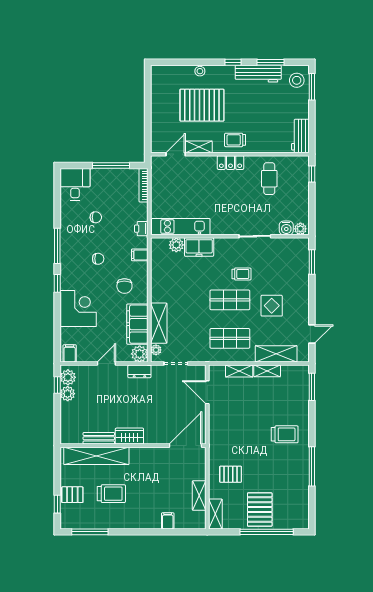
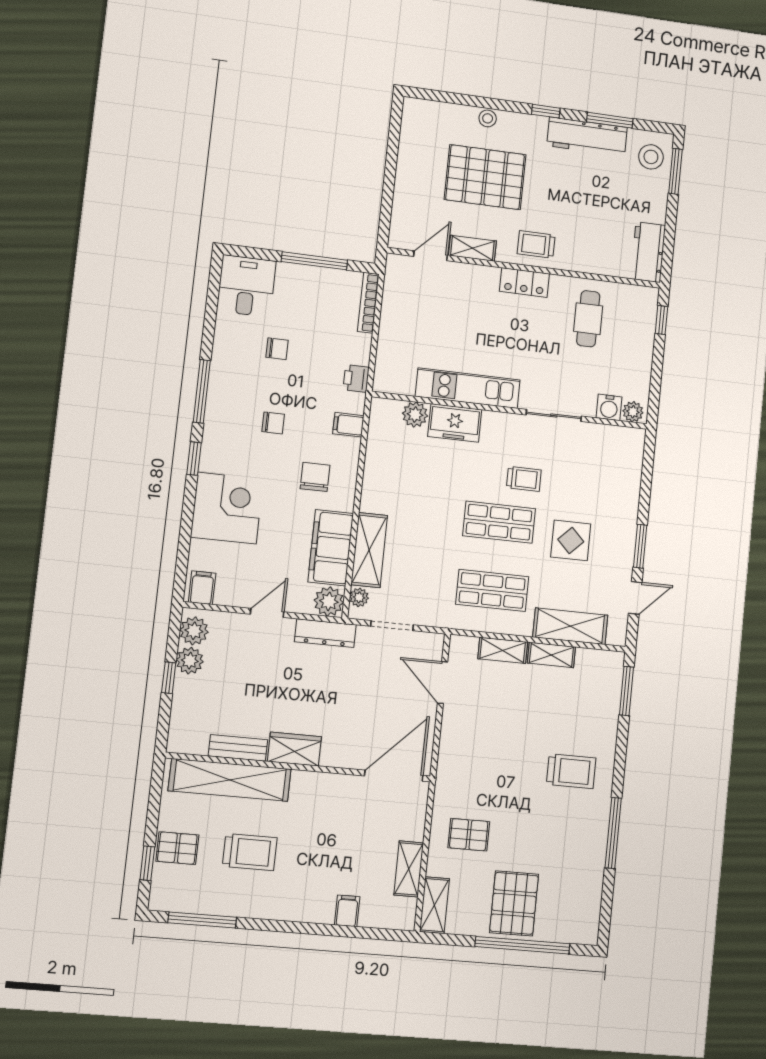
kitchen unit: (181, 227) -> (468, 388), moved
window: (312, 262) -> (640, 546), moved
chair: (124, 286) -> (315, 477), turned 180
dresser: (139, 371) -> (325, 633), width x1.44
window: (57, 385) -> (169, 678), moved

